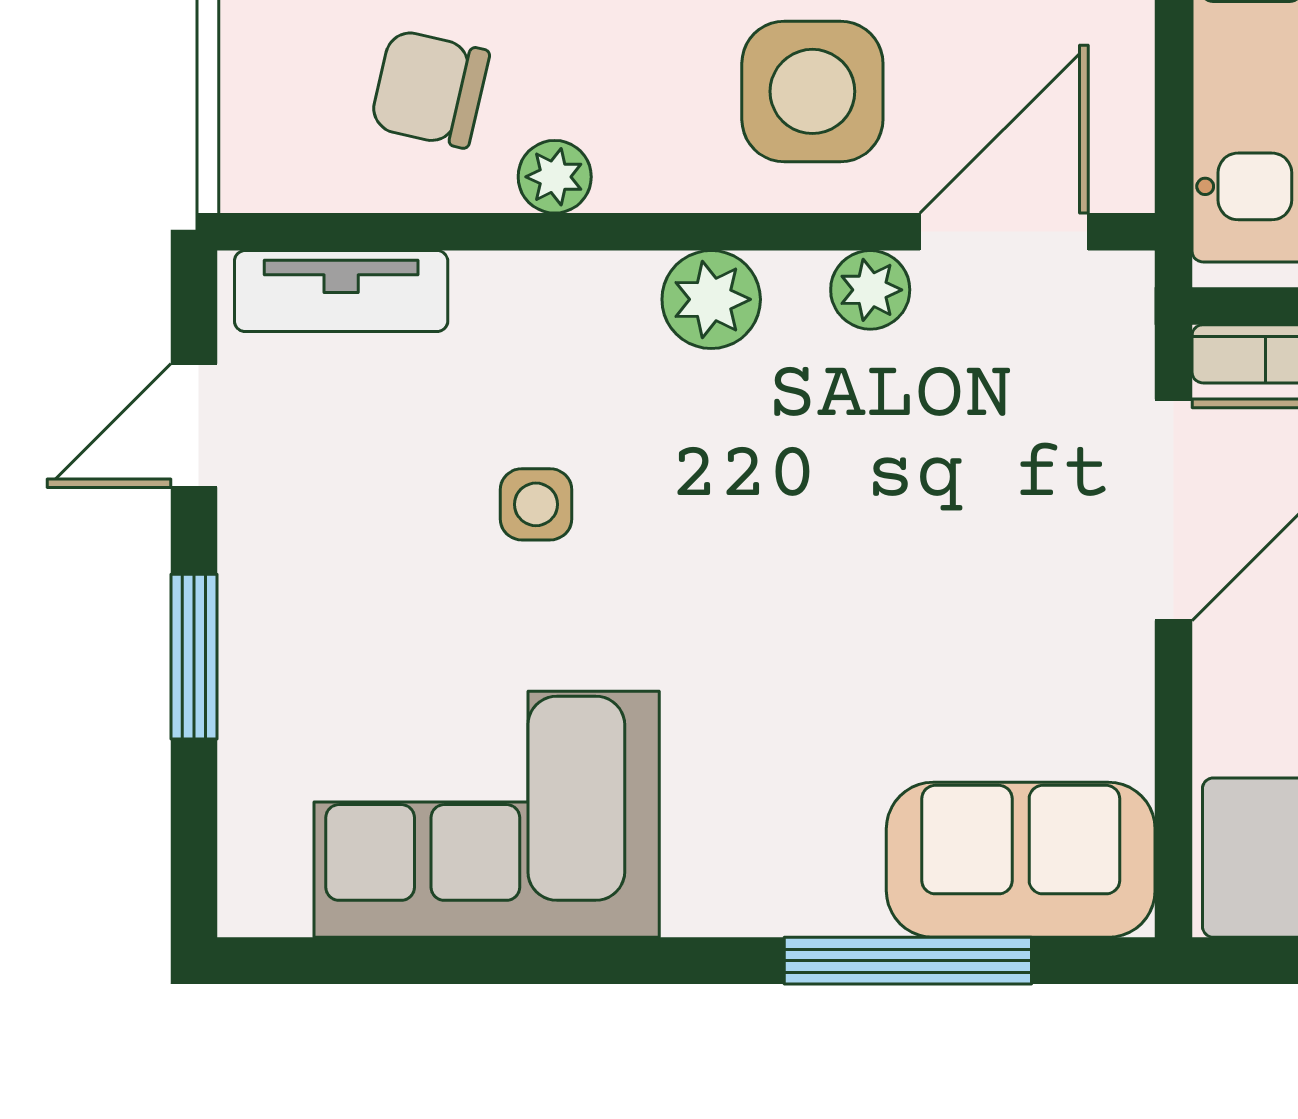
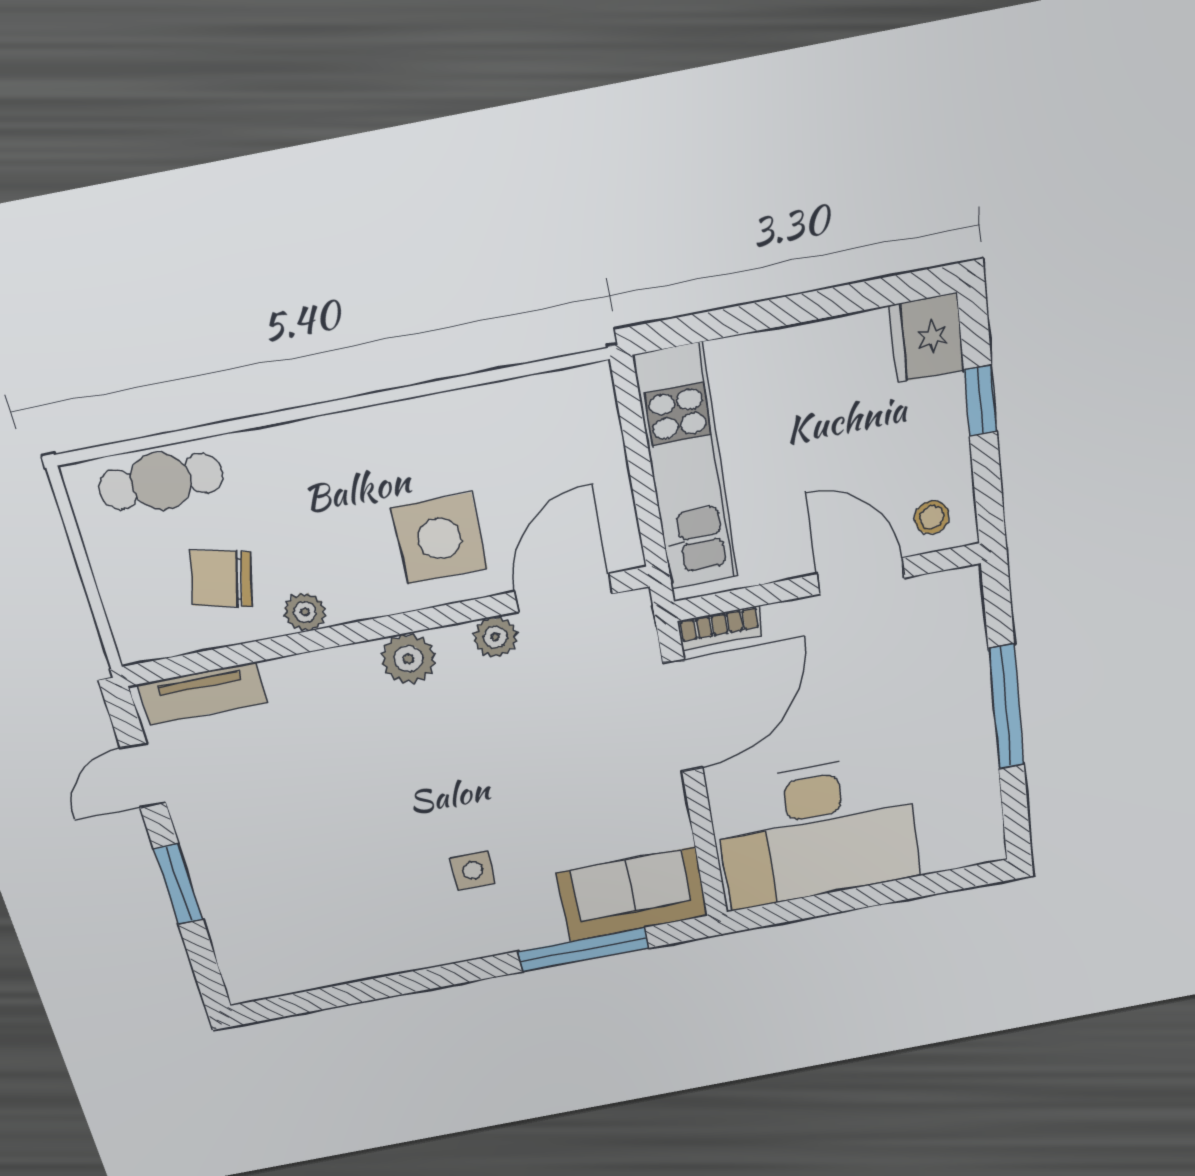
side table: (536, 504) -> (473, 870), moved
corner sofa: (487, 814) -> (352, 926), removed

